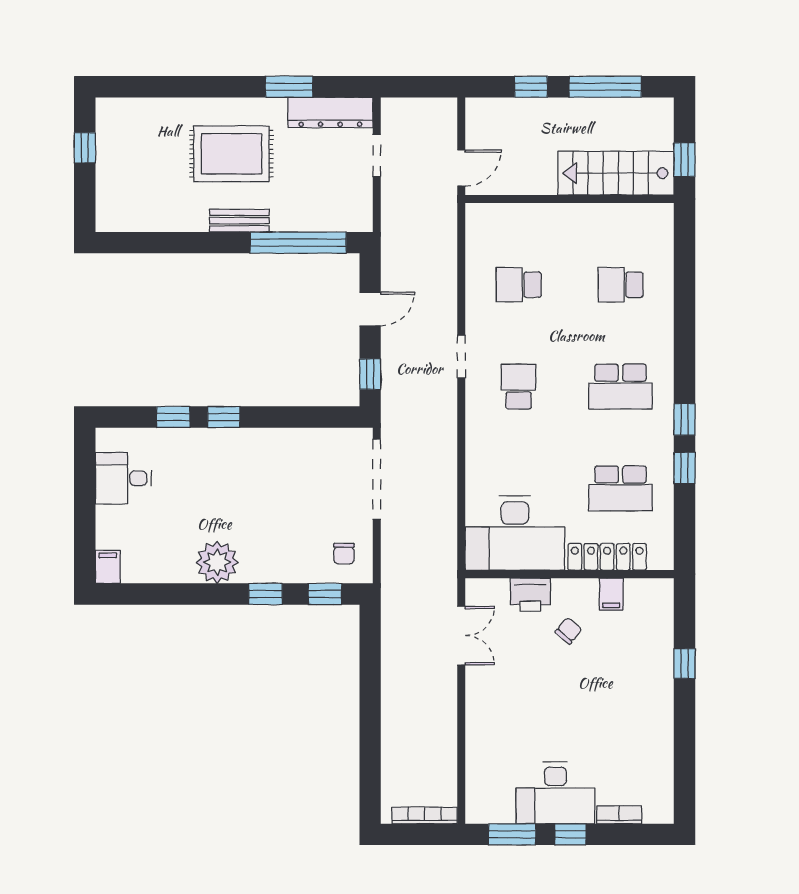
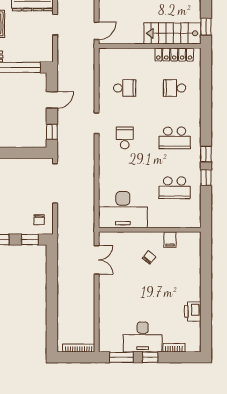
school desk: (519, 285) -> (125, 88), turned 180
locker: (607, 557) -> (174, 54), moved, turned 180
printer: (530, 595) -> (193, 312), moved, turned 90
window: (684, 664) -> (206, 274), removed

